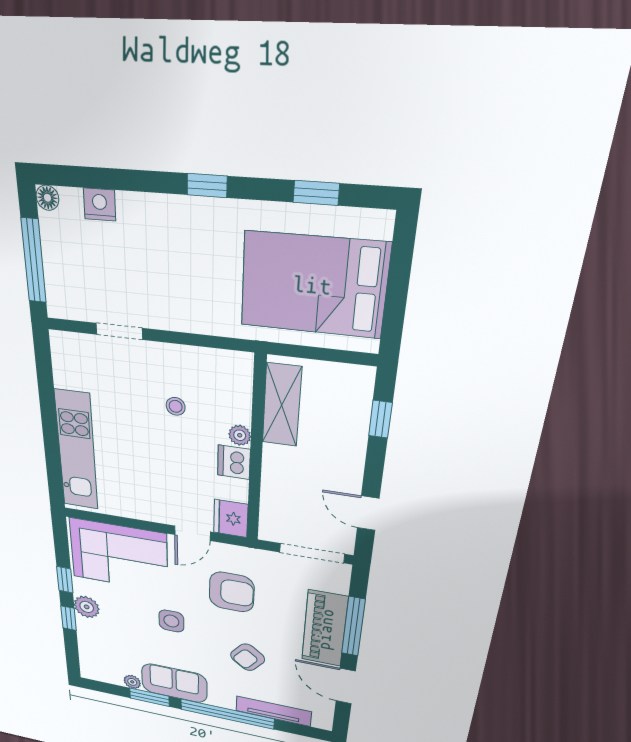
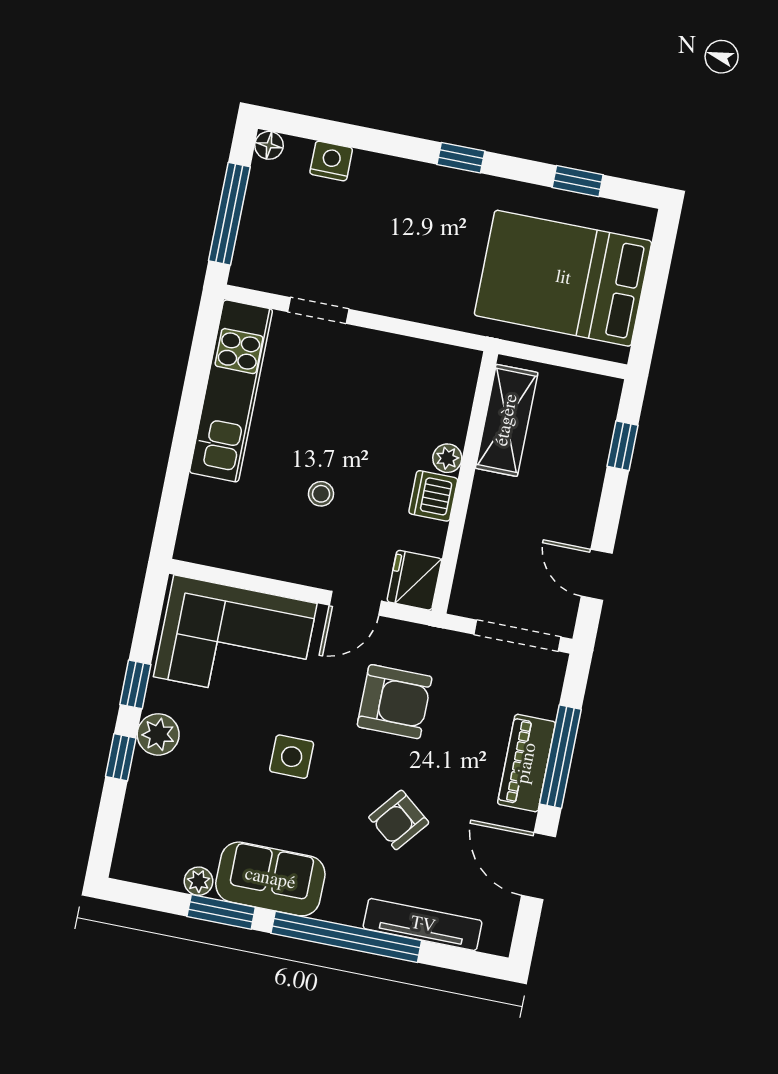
stool: (176, 406) -> (321, 494), moved
kitchen unit: (77, 451) -> (231, 391), moved
piano: (325, 629) -> (527, 763), width x0.73, depth x0.75

